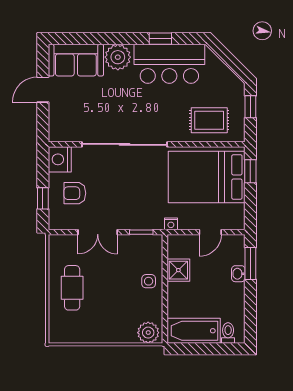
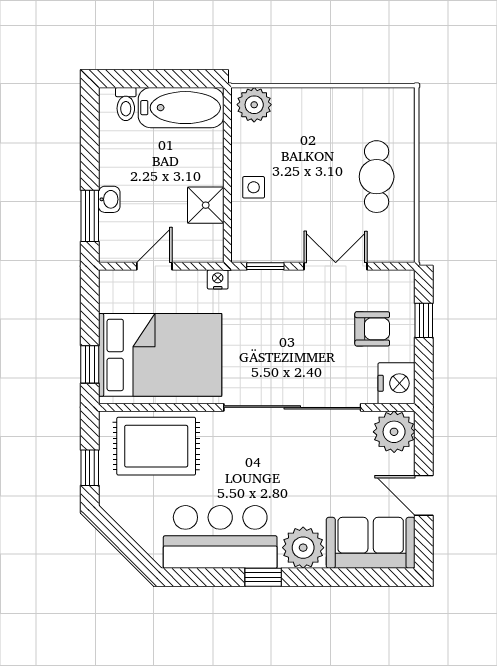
window: (160, 39) -> (263, 577), moved
door: (43, 90) -> (424, 495), swing flipped
rug: (209, 120) -> (156, 446), width x1.36, depth x1.43
plant: (61, 129) -> (394, 432), added

